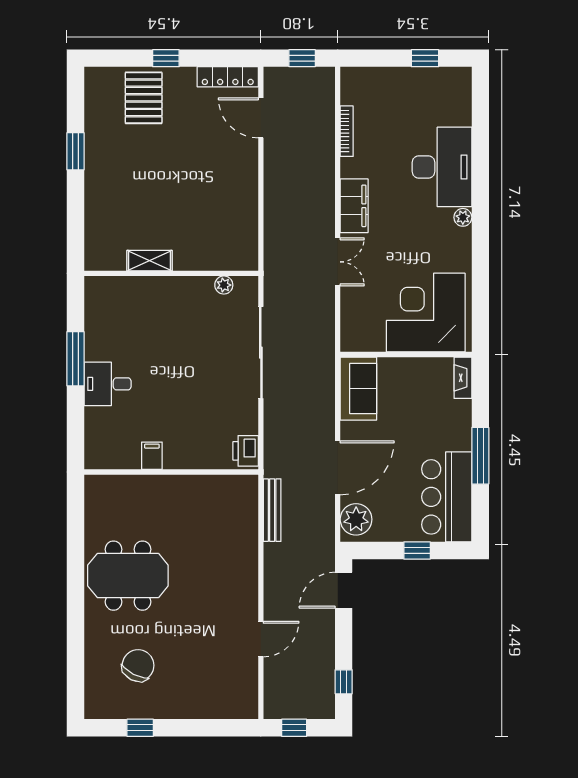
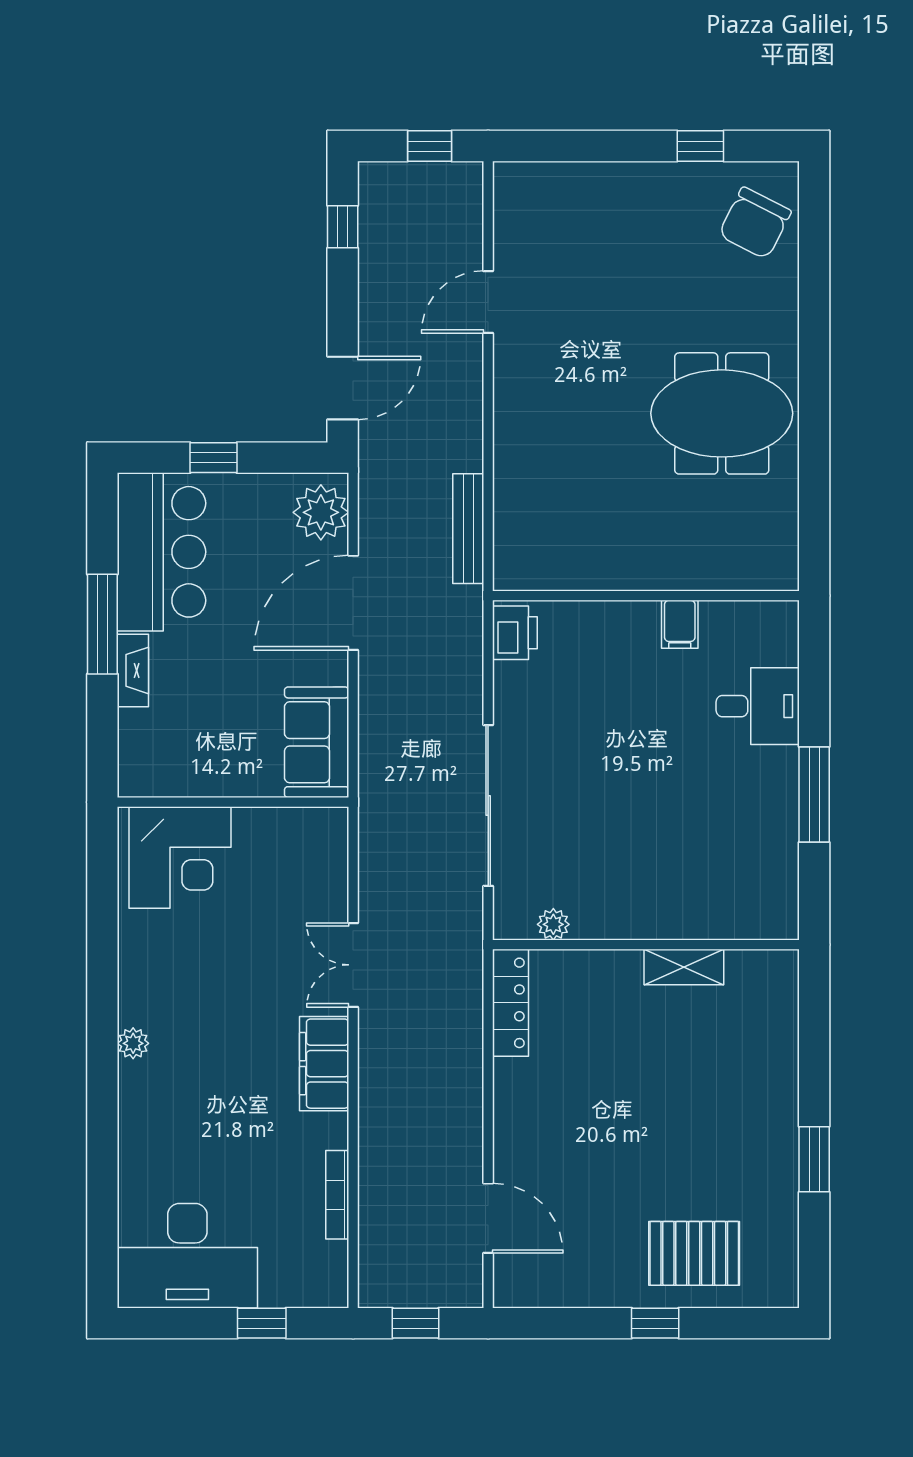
window: (425, 58) -> (262, 1323), moved
locker: (228, 77) -> (510, 1003), moved, turned 90
pallet: (144, 98) -> (694, 1253), turned 90
desk: (442, 167) -> (187, 1256), moved, turned -90
corner desk: (426, 313) -> (180, 858), width x0.74, depth x0.74
fireplace: (463, 378) -> (133, 670), moved
desk: (108, 384) -> (758, 706), moved
chair: (138, 665) -> (755, 223), moved

